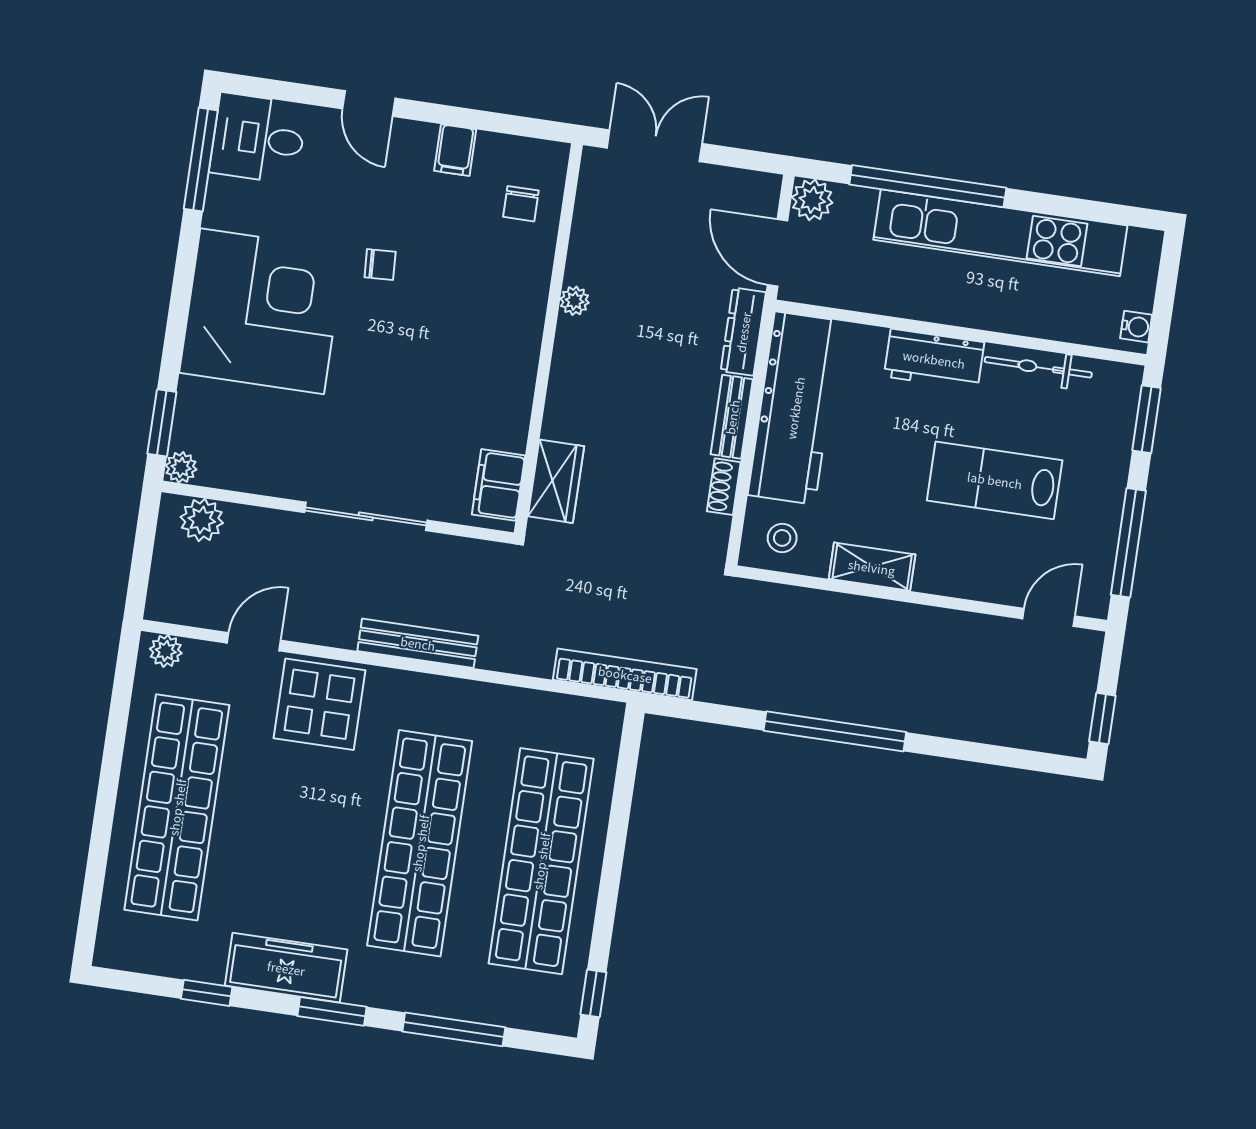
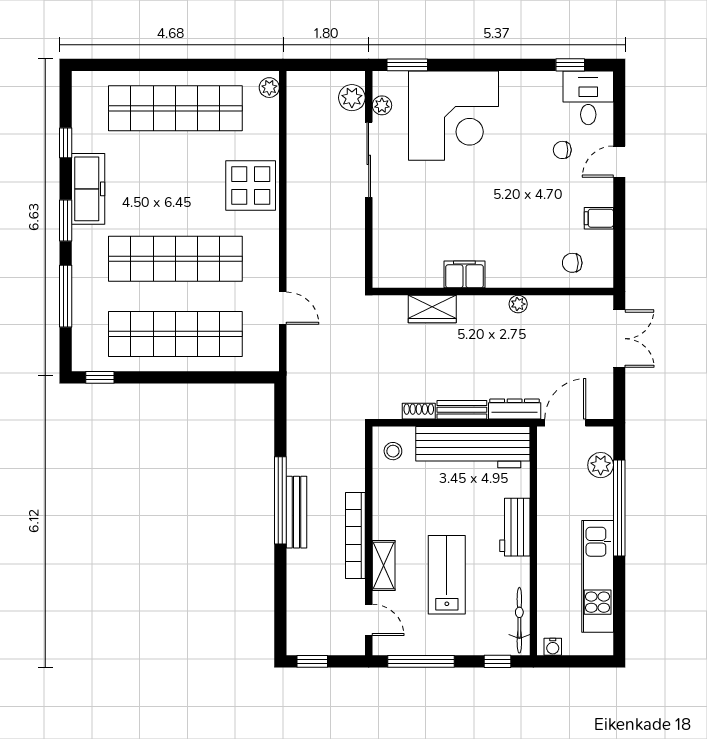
window: (201, 160) -> (570, 65), width x0.46
plant: (812, 200) -> (601, 465), moved
kitchen unit: (1000, 233) -> (598, 576), width x0.73
chair: (380, 264) -> (562, 150), moved, turned 93
corner desk: (262, 311) -> (453, 116), moved
bicycle: (1038, 367) -> (519, 620), moved
window: (1147, 419) -> (498, 661), width x0.67
plant: (181, 467) -> (382, 105), moved
wardrobe: (556, 481) -> (432, 309), moved
filing cabinet: (498, 485) -> (464, 274), moved
sliding door: (366, 516) -> (369, 160), moved
shelving: (872, 567) -> (384, 565), moved
door: (254, 642) -> (283, 308), moved
bench: (418, 643) -> (296, 512), moved
bookcase: (625, 674) -> (355, 536), moved, turned 180

